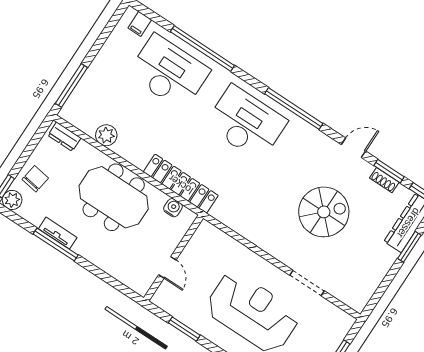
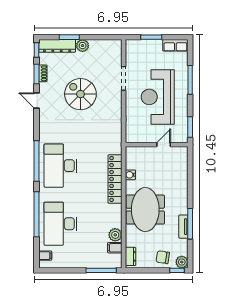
window: (294, 109) -> (36, 161), moved
filing cabinet: (90, 123) -> (115, 248), added
plant: (386, 257) -> (83, 46), added
wall: (174, 258) -> (157, 145), moved
door: (167, 267) -> (164, 145), moved

